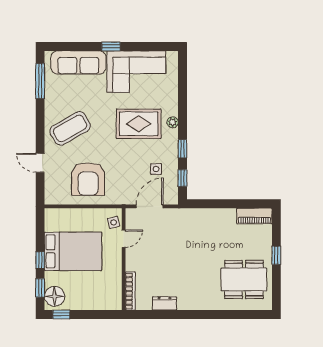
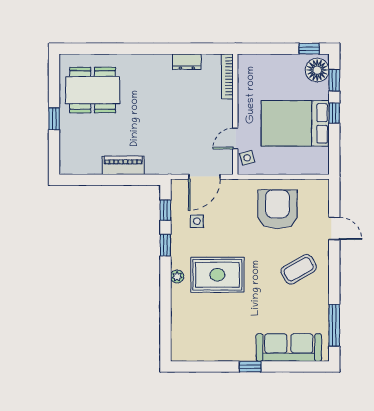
corner sofa: (136, 72) -> (220, 337), removed
coffee table: (70, 128) -> (299, 269), width x0.73, depth x0.76
piano: (254, 216) -> (123, 165), moved

